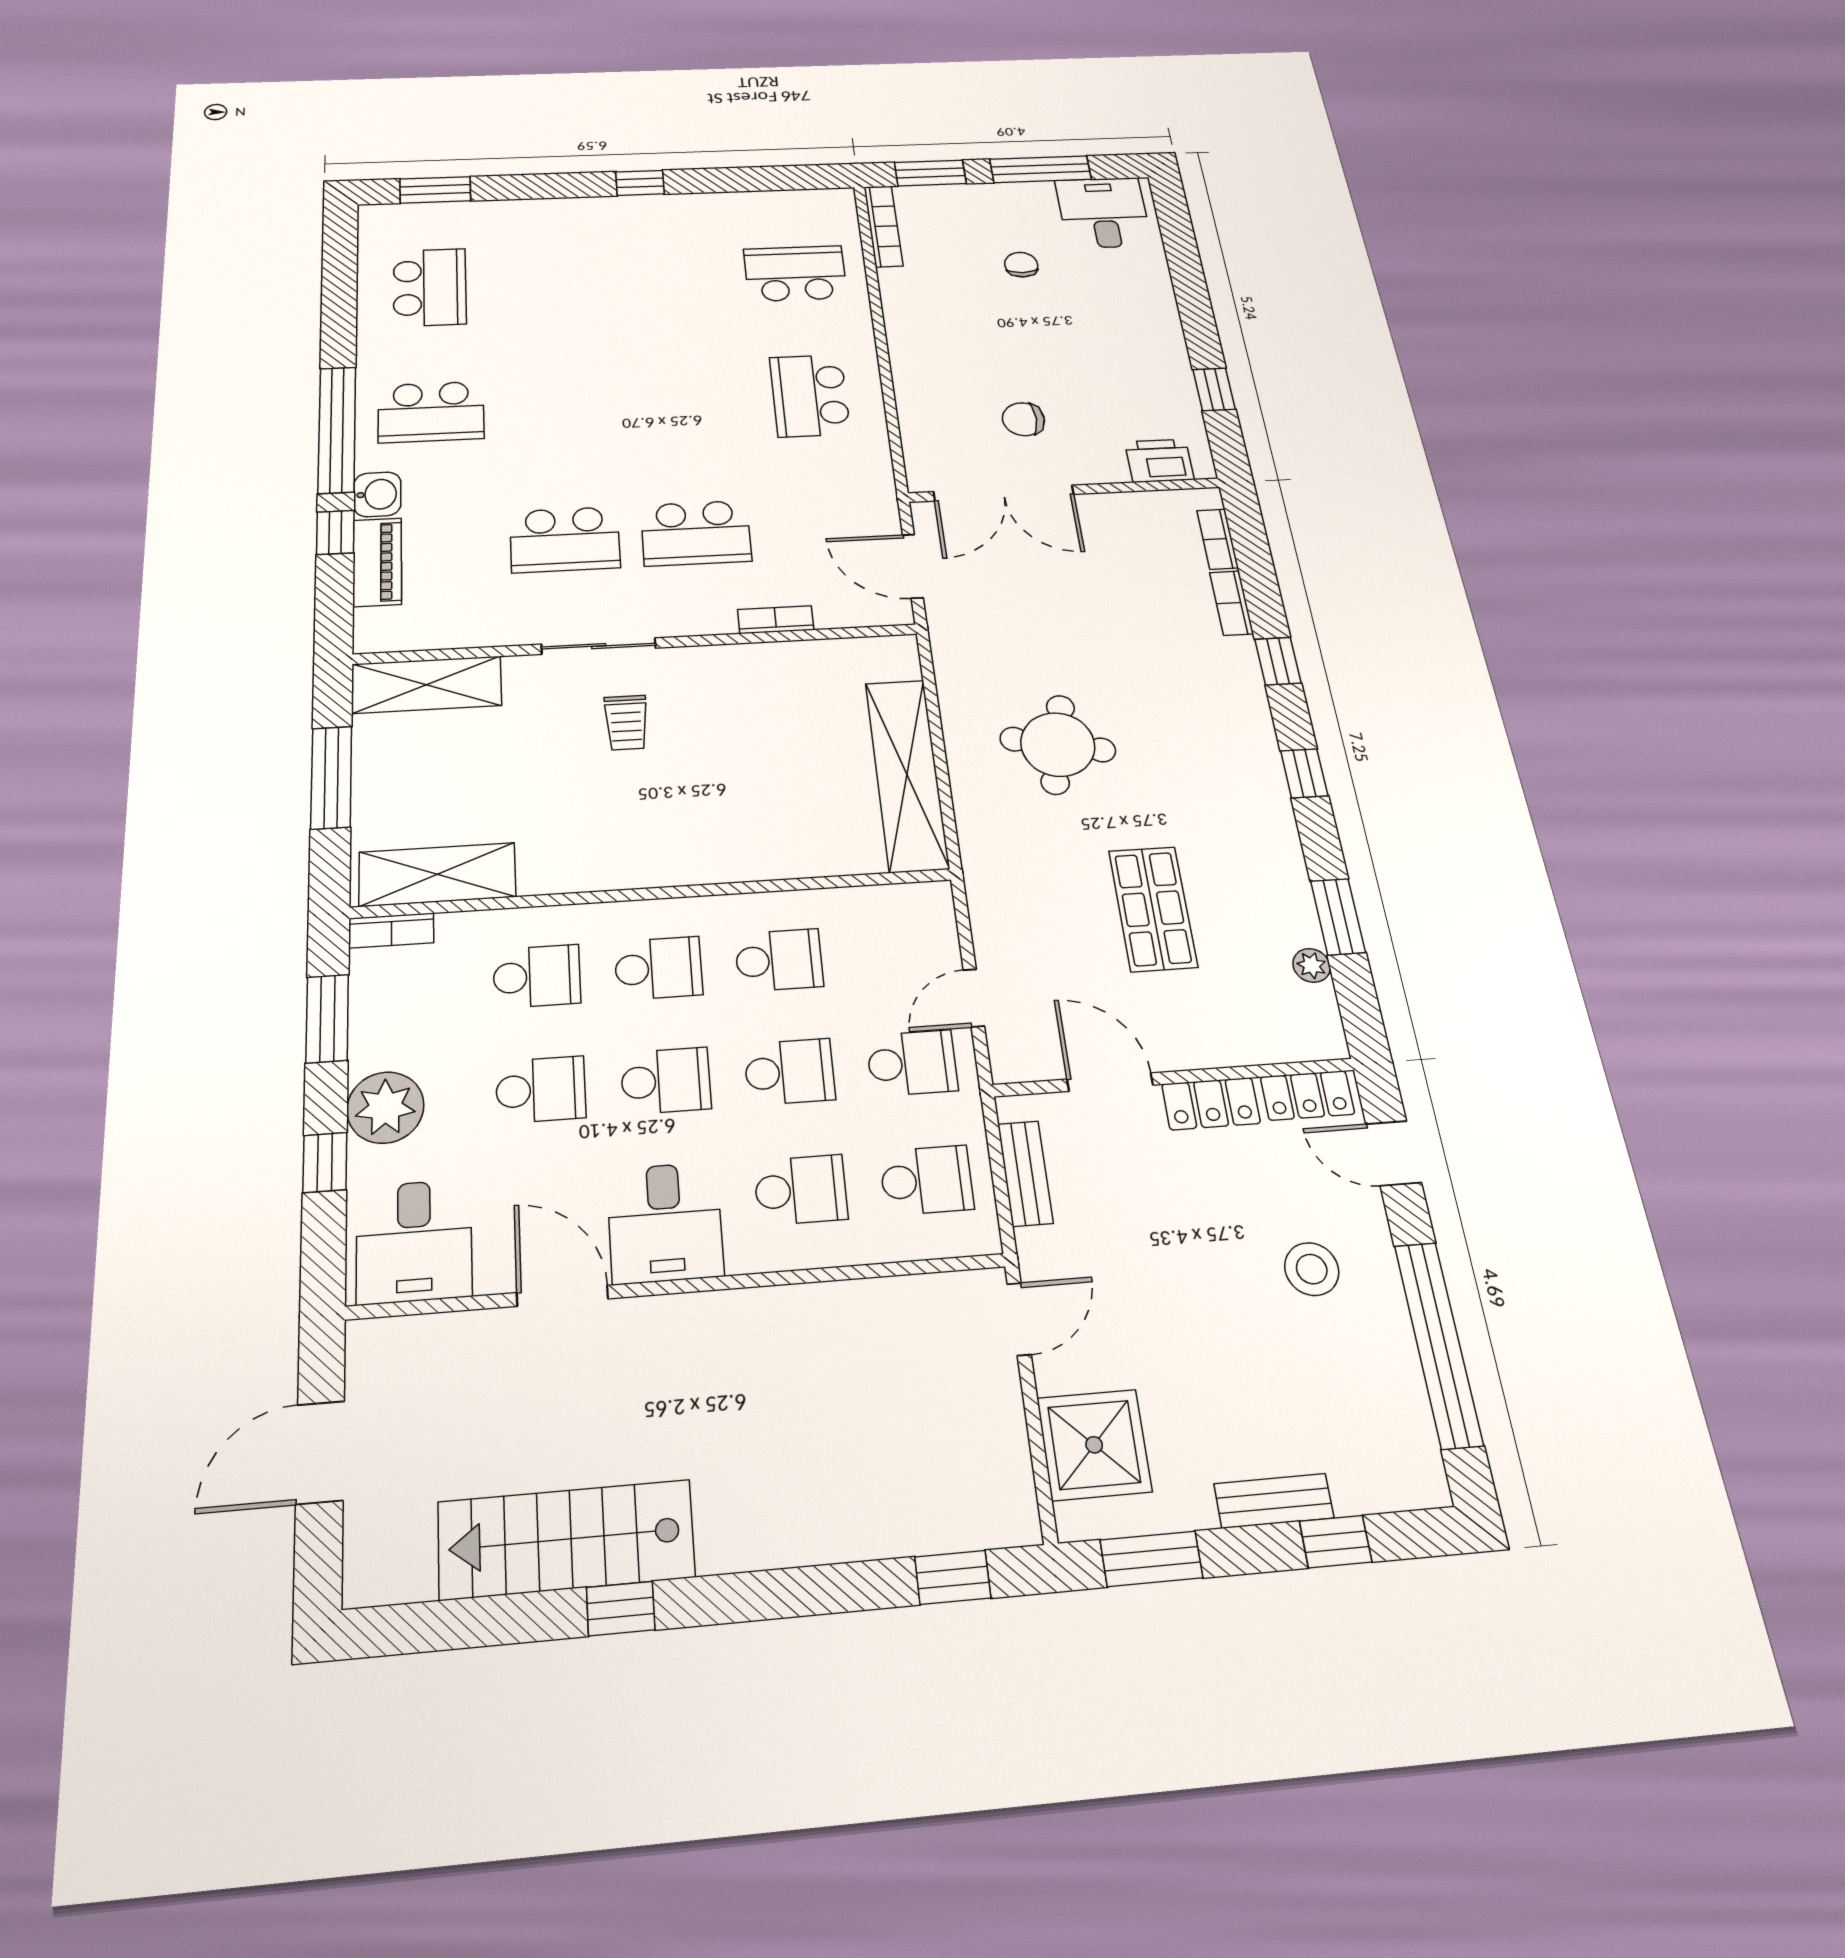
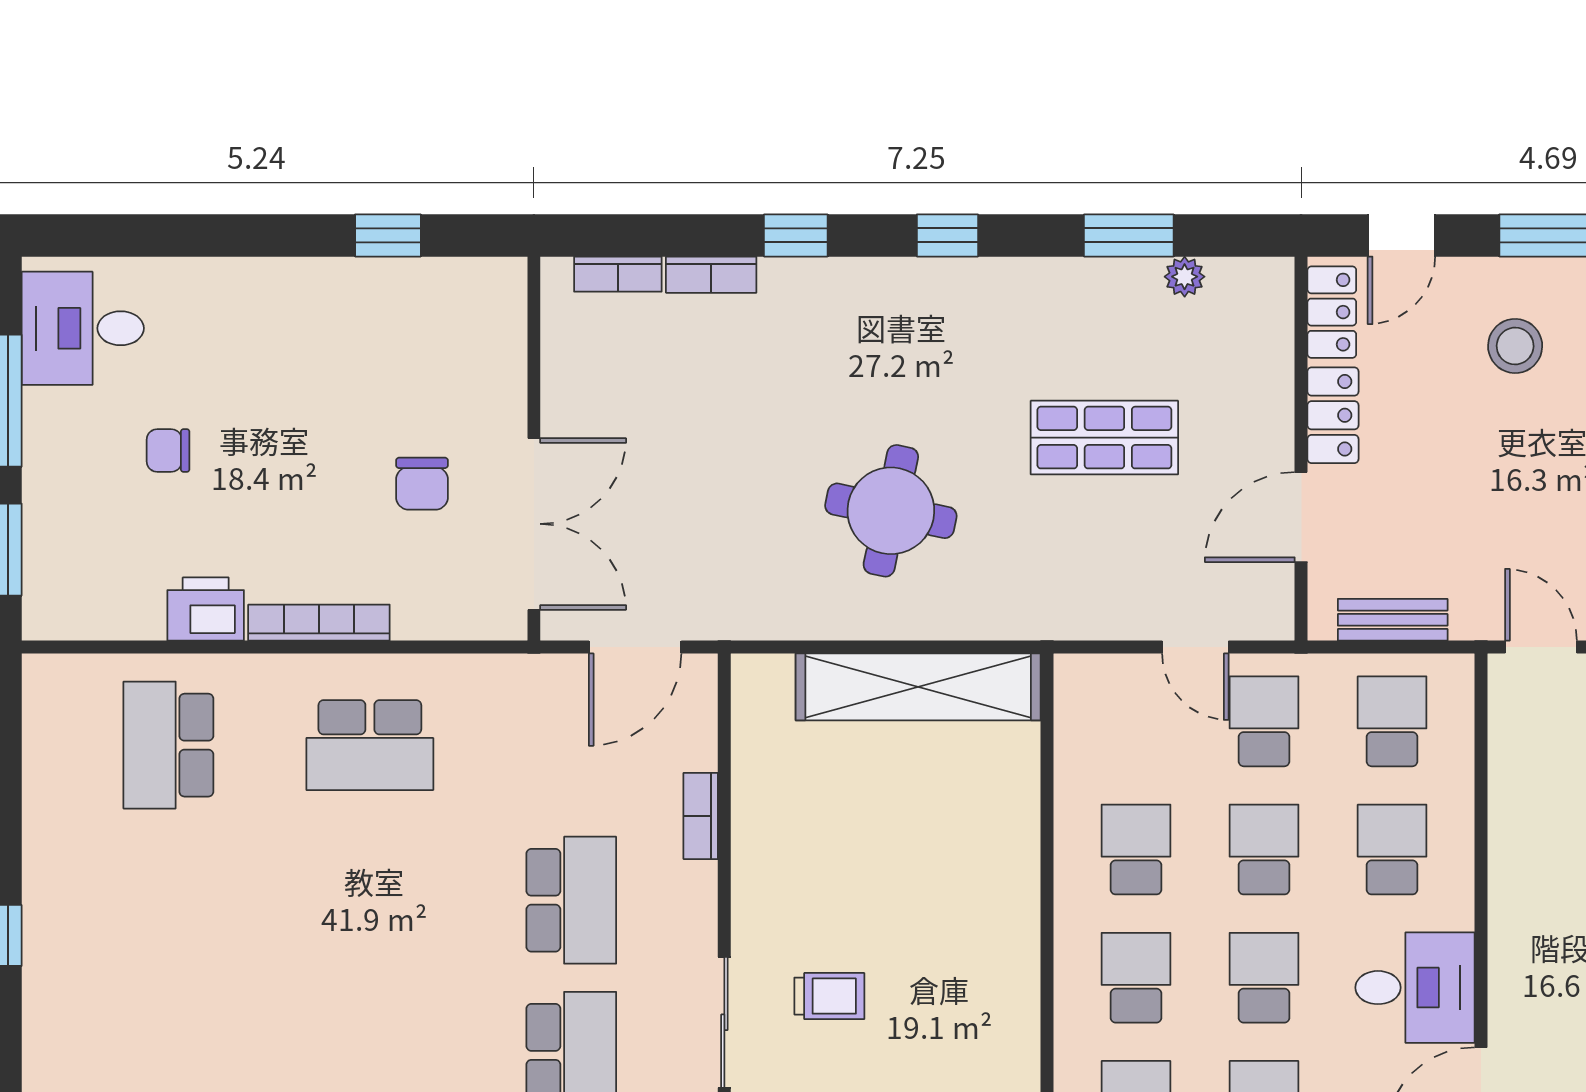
bookcase: (883, 226) -> (319, 623), moved
printer: (1159, 461) -> (206, 609), moved, turned 90

